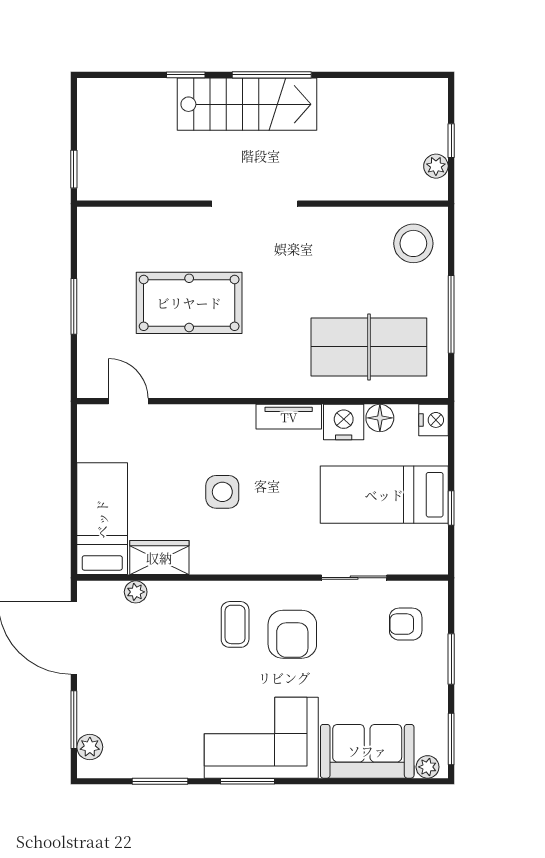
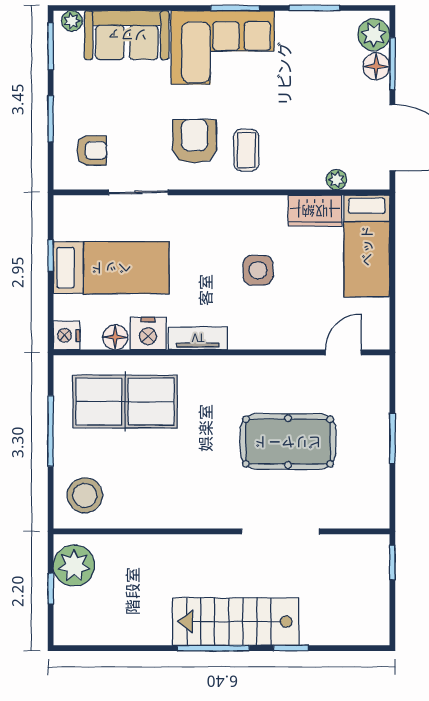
plant: (436, 166) -> (74, 565), width x1.87, depth x1.87
doorway: (255, 204) -> (280, 531), moved
door: (128, 401) -> (343, 352), swing flipped
floor lamp: (92, 717) -> (376, 66), added
plant: (90, 747) -> (374, 35), width x1.38, depth x1.38

